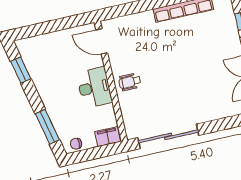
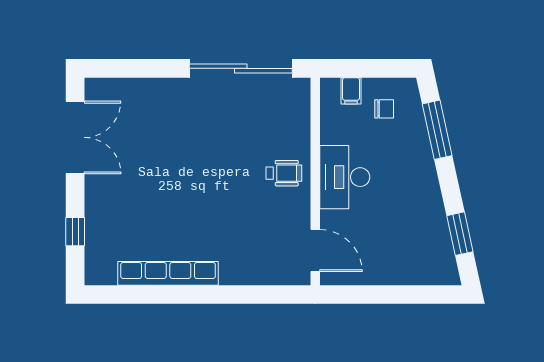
filing cabinet: (108, 137) -> (351, 91), width x0.50
chair: (76, 144) -> (384, 109), moved

